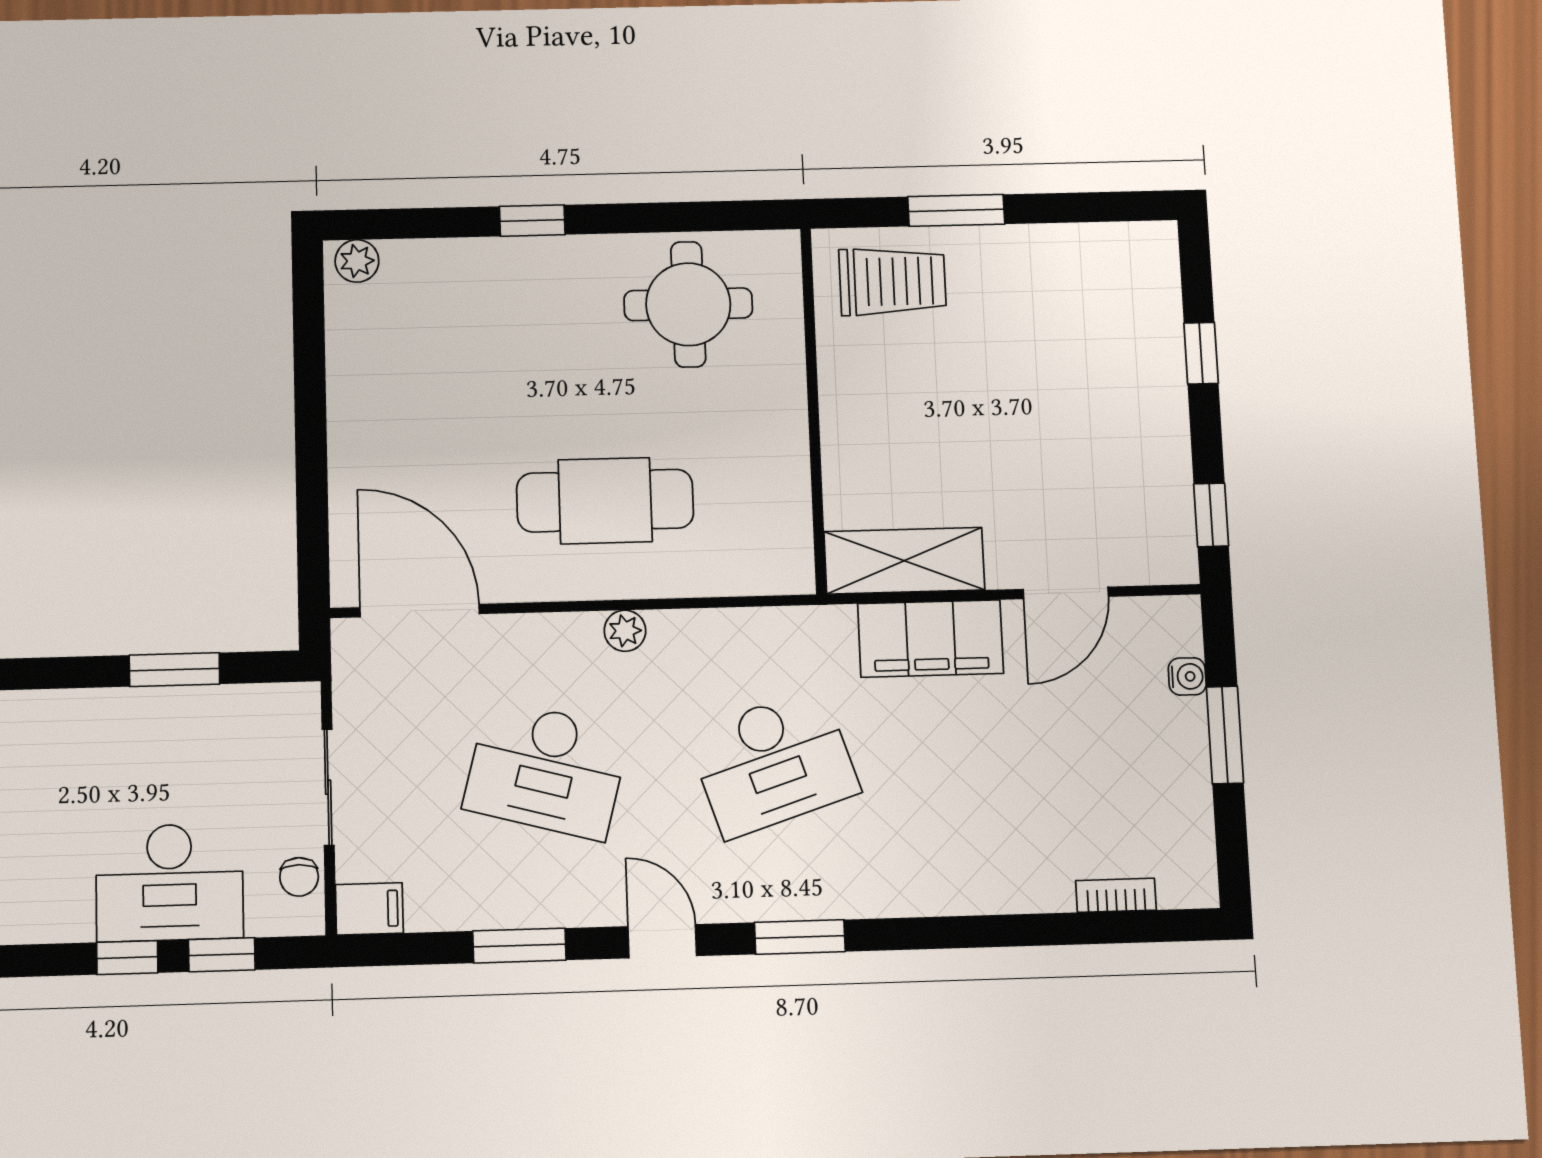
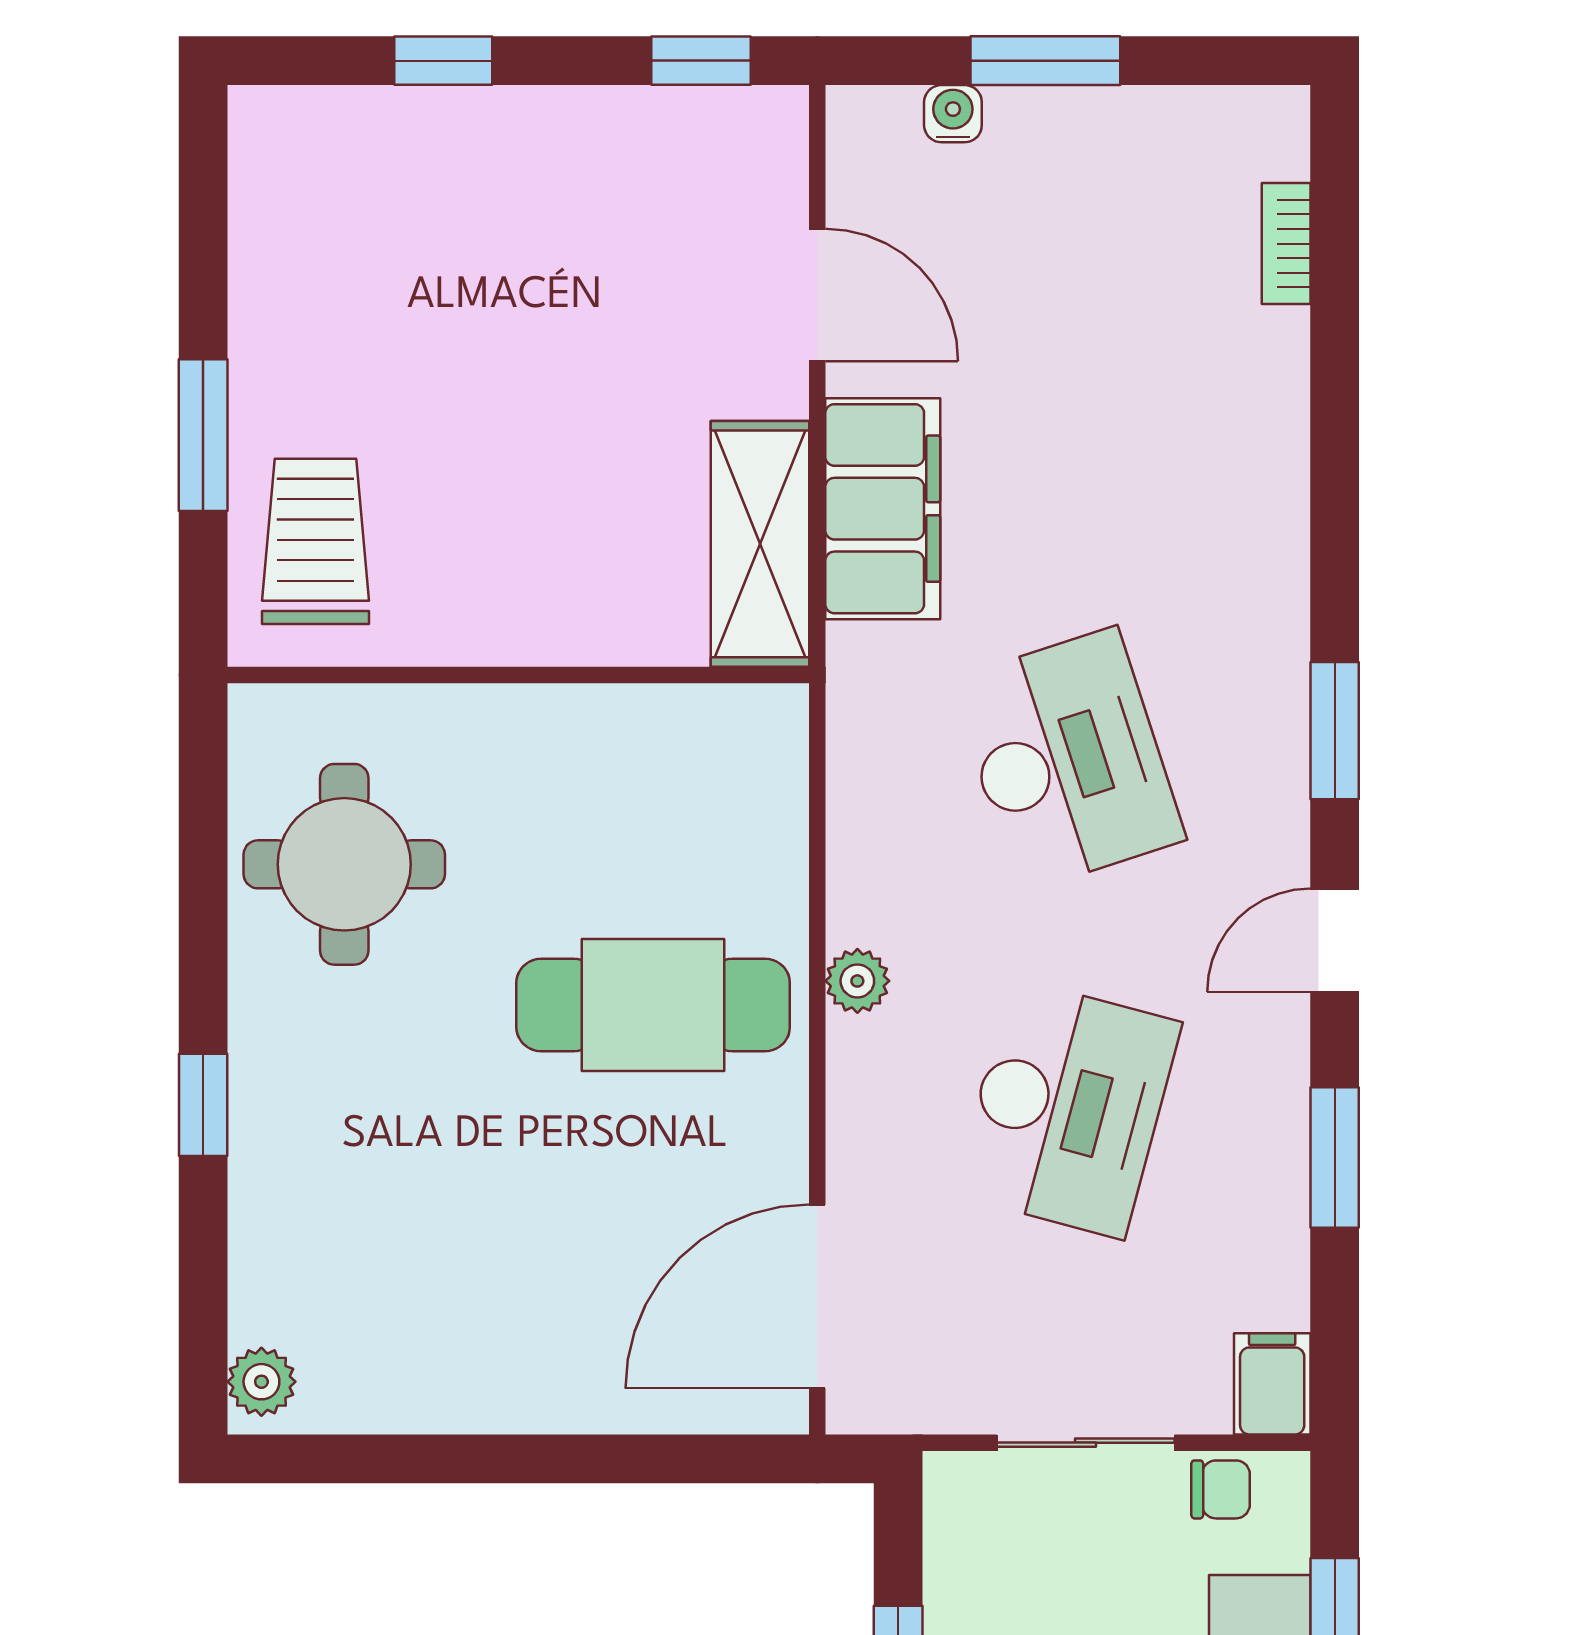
cafe table: (605, 501) -> (653, 1005), turned 90

